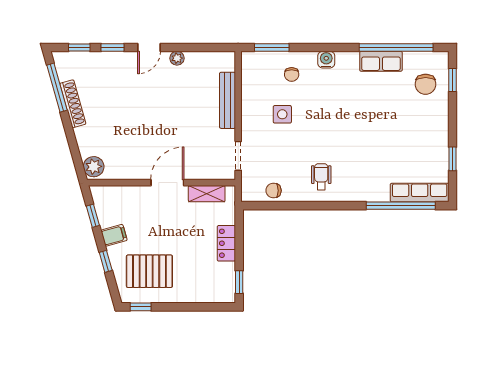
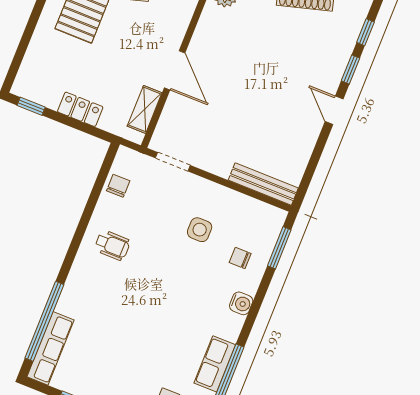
plant: (177, 58) -> (310, 137), removed
bench: (228, 100) -> (263, 184), moved

